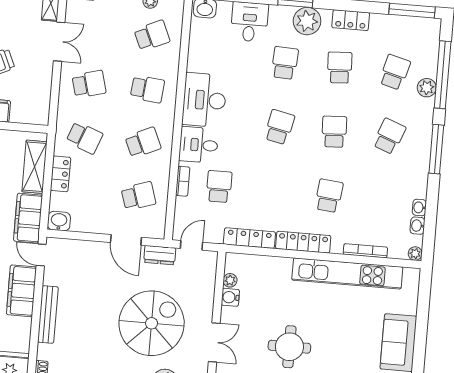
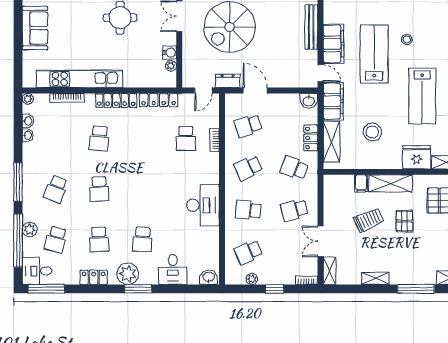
school desk: (279, 127) -> (142, 189), removed
desk: (199, 145) -> (37, 271), moved, turned 180

